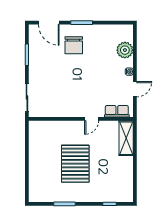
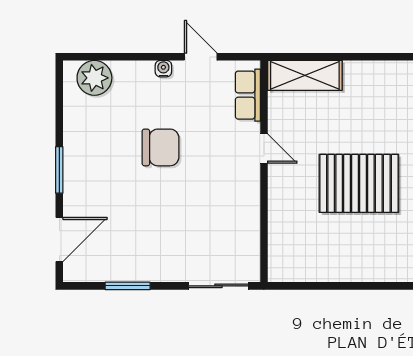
chair: (74, 45) -> (161, 147), moved
plant: (125, 50) -> (94, 78), moved

